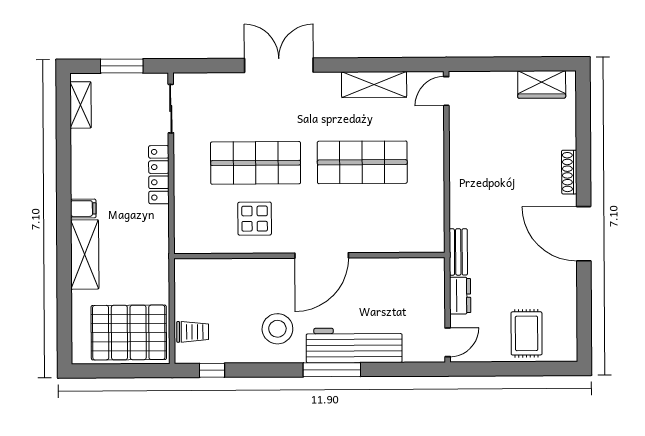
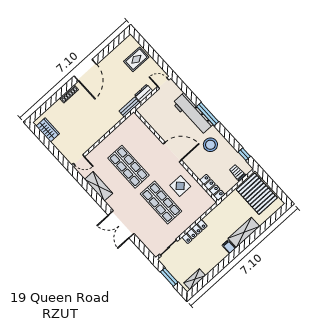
locker: (205, 269) -> (212, 187), added

